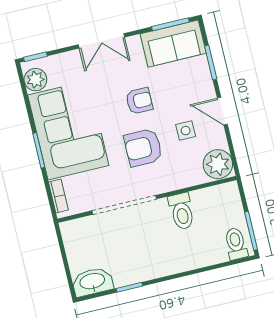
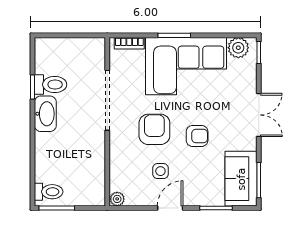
double door: (101, 41) -> (259, 115), swing flipped
armchair: (139, 101) -> (197, 136), turned -90
plant: (218, 164) -> (117, 199), width x0.53, depth x0.53
toilet: (182, 211) -> (50, 84), moved, turned 180
washbasin: (92, 282) -> (45, 114), moved

